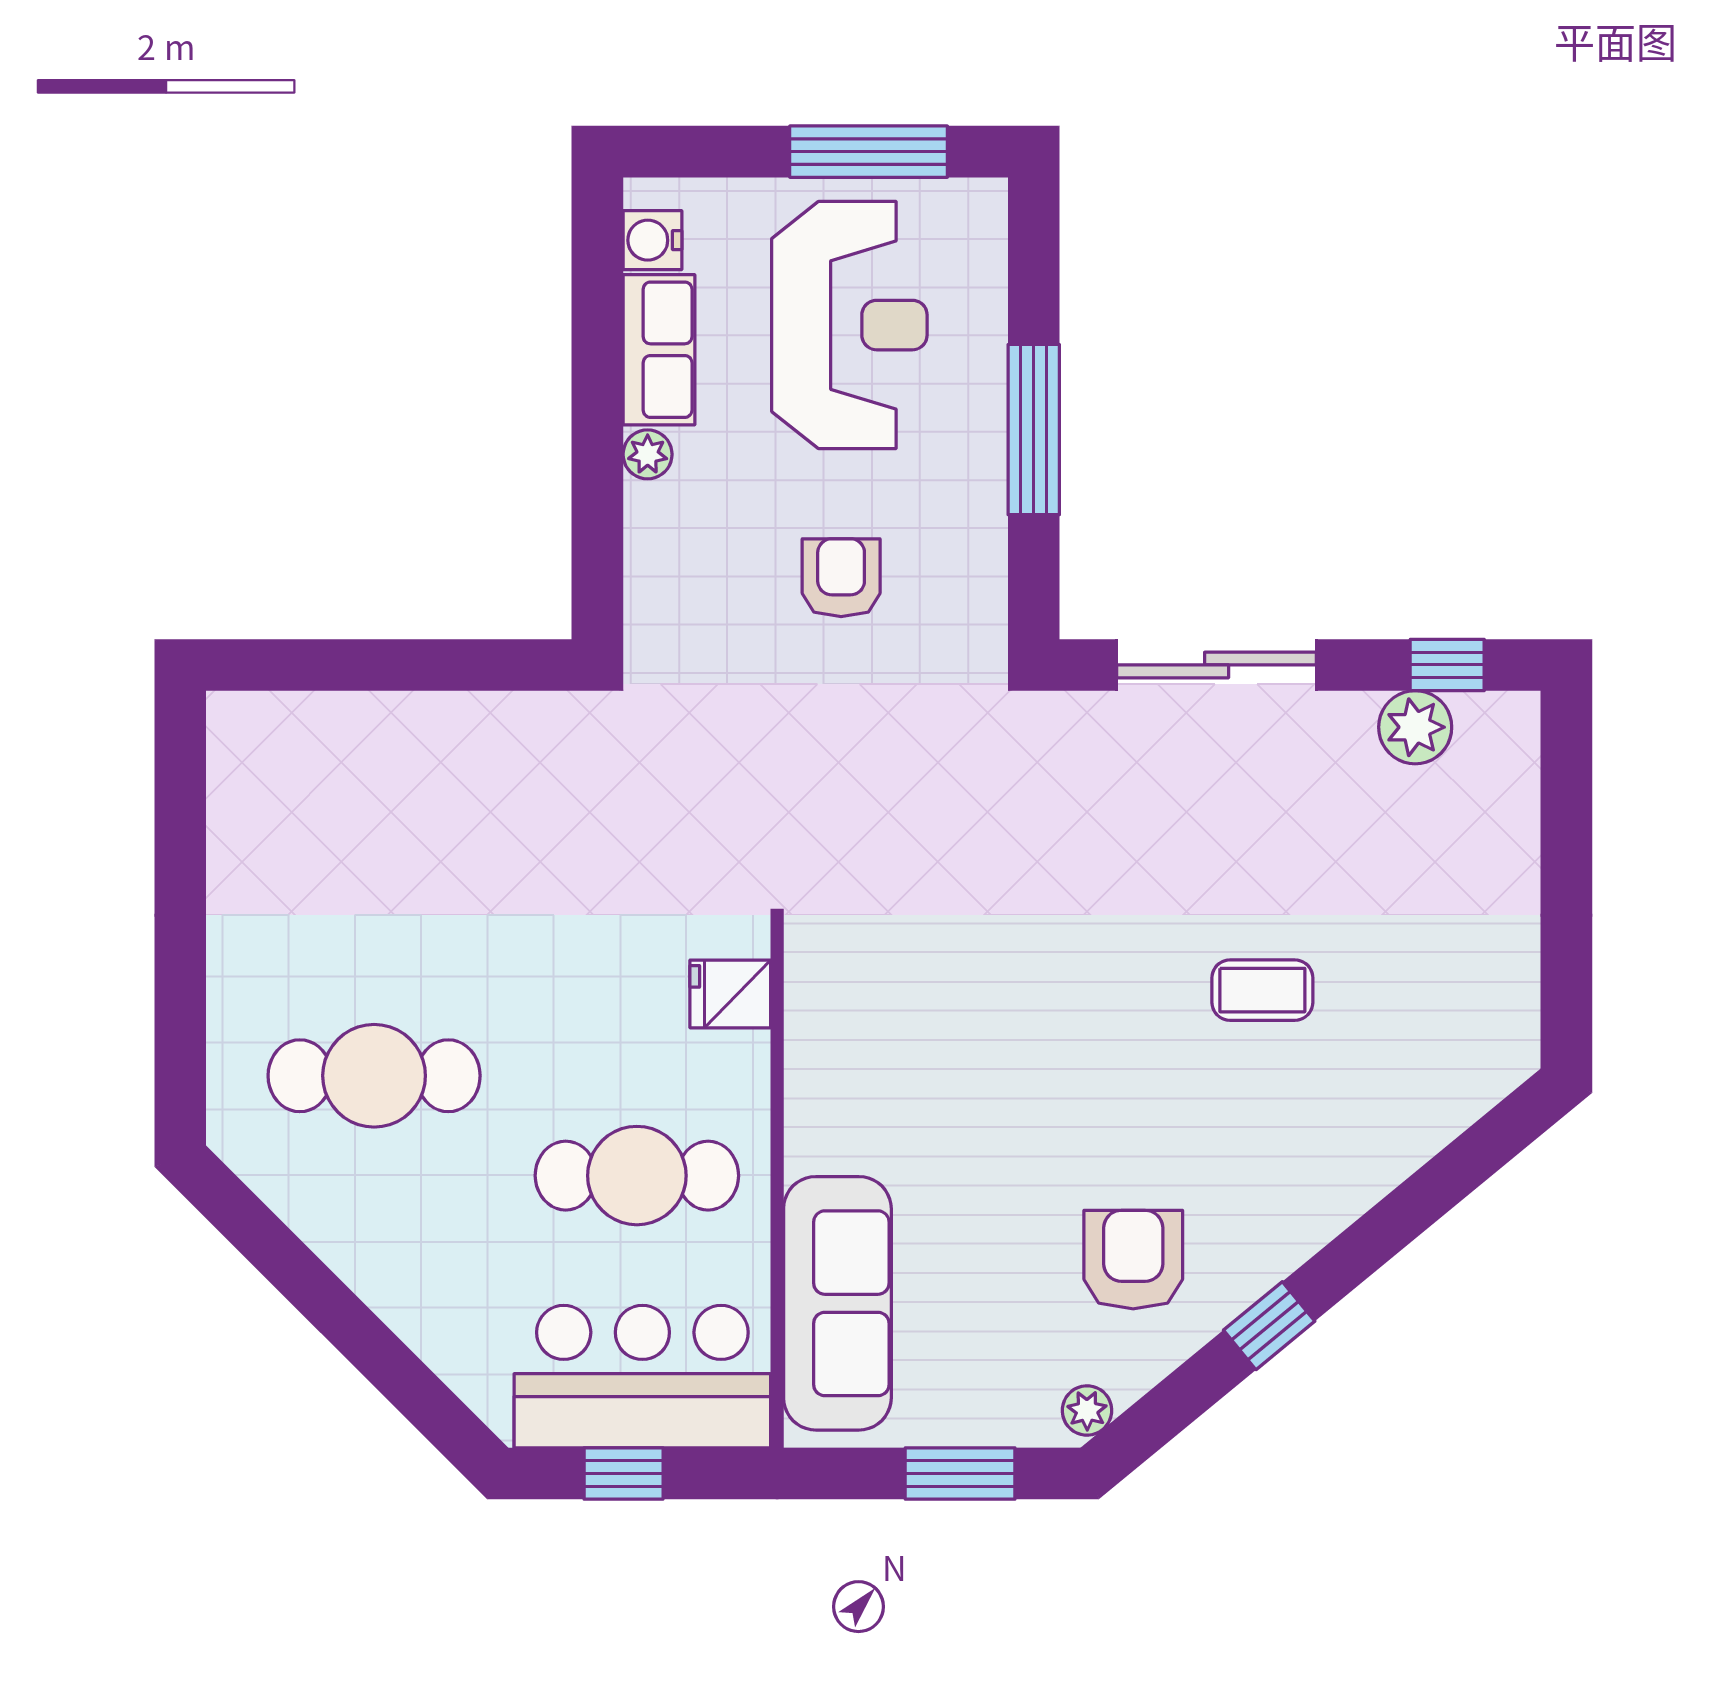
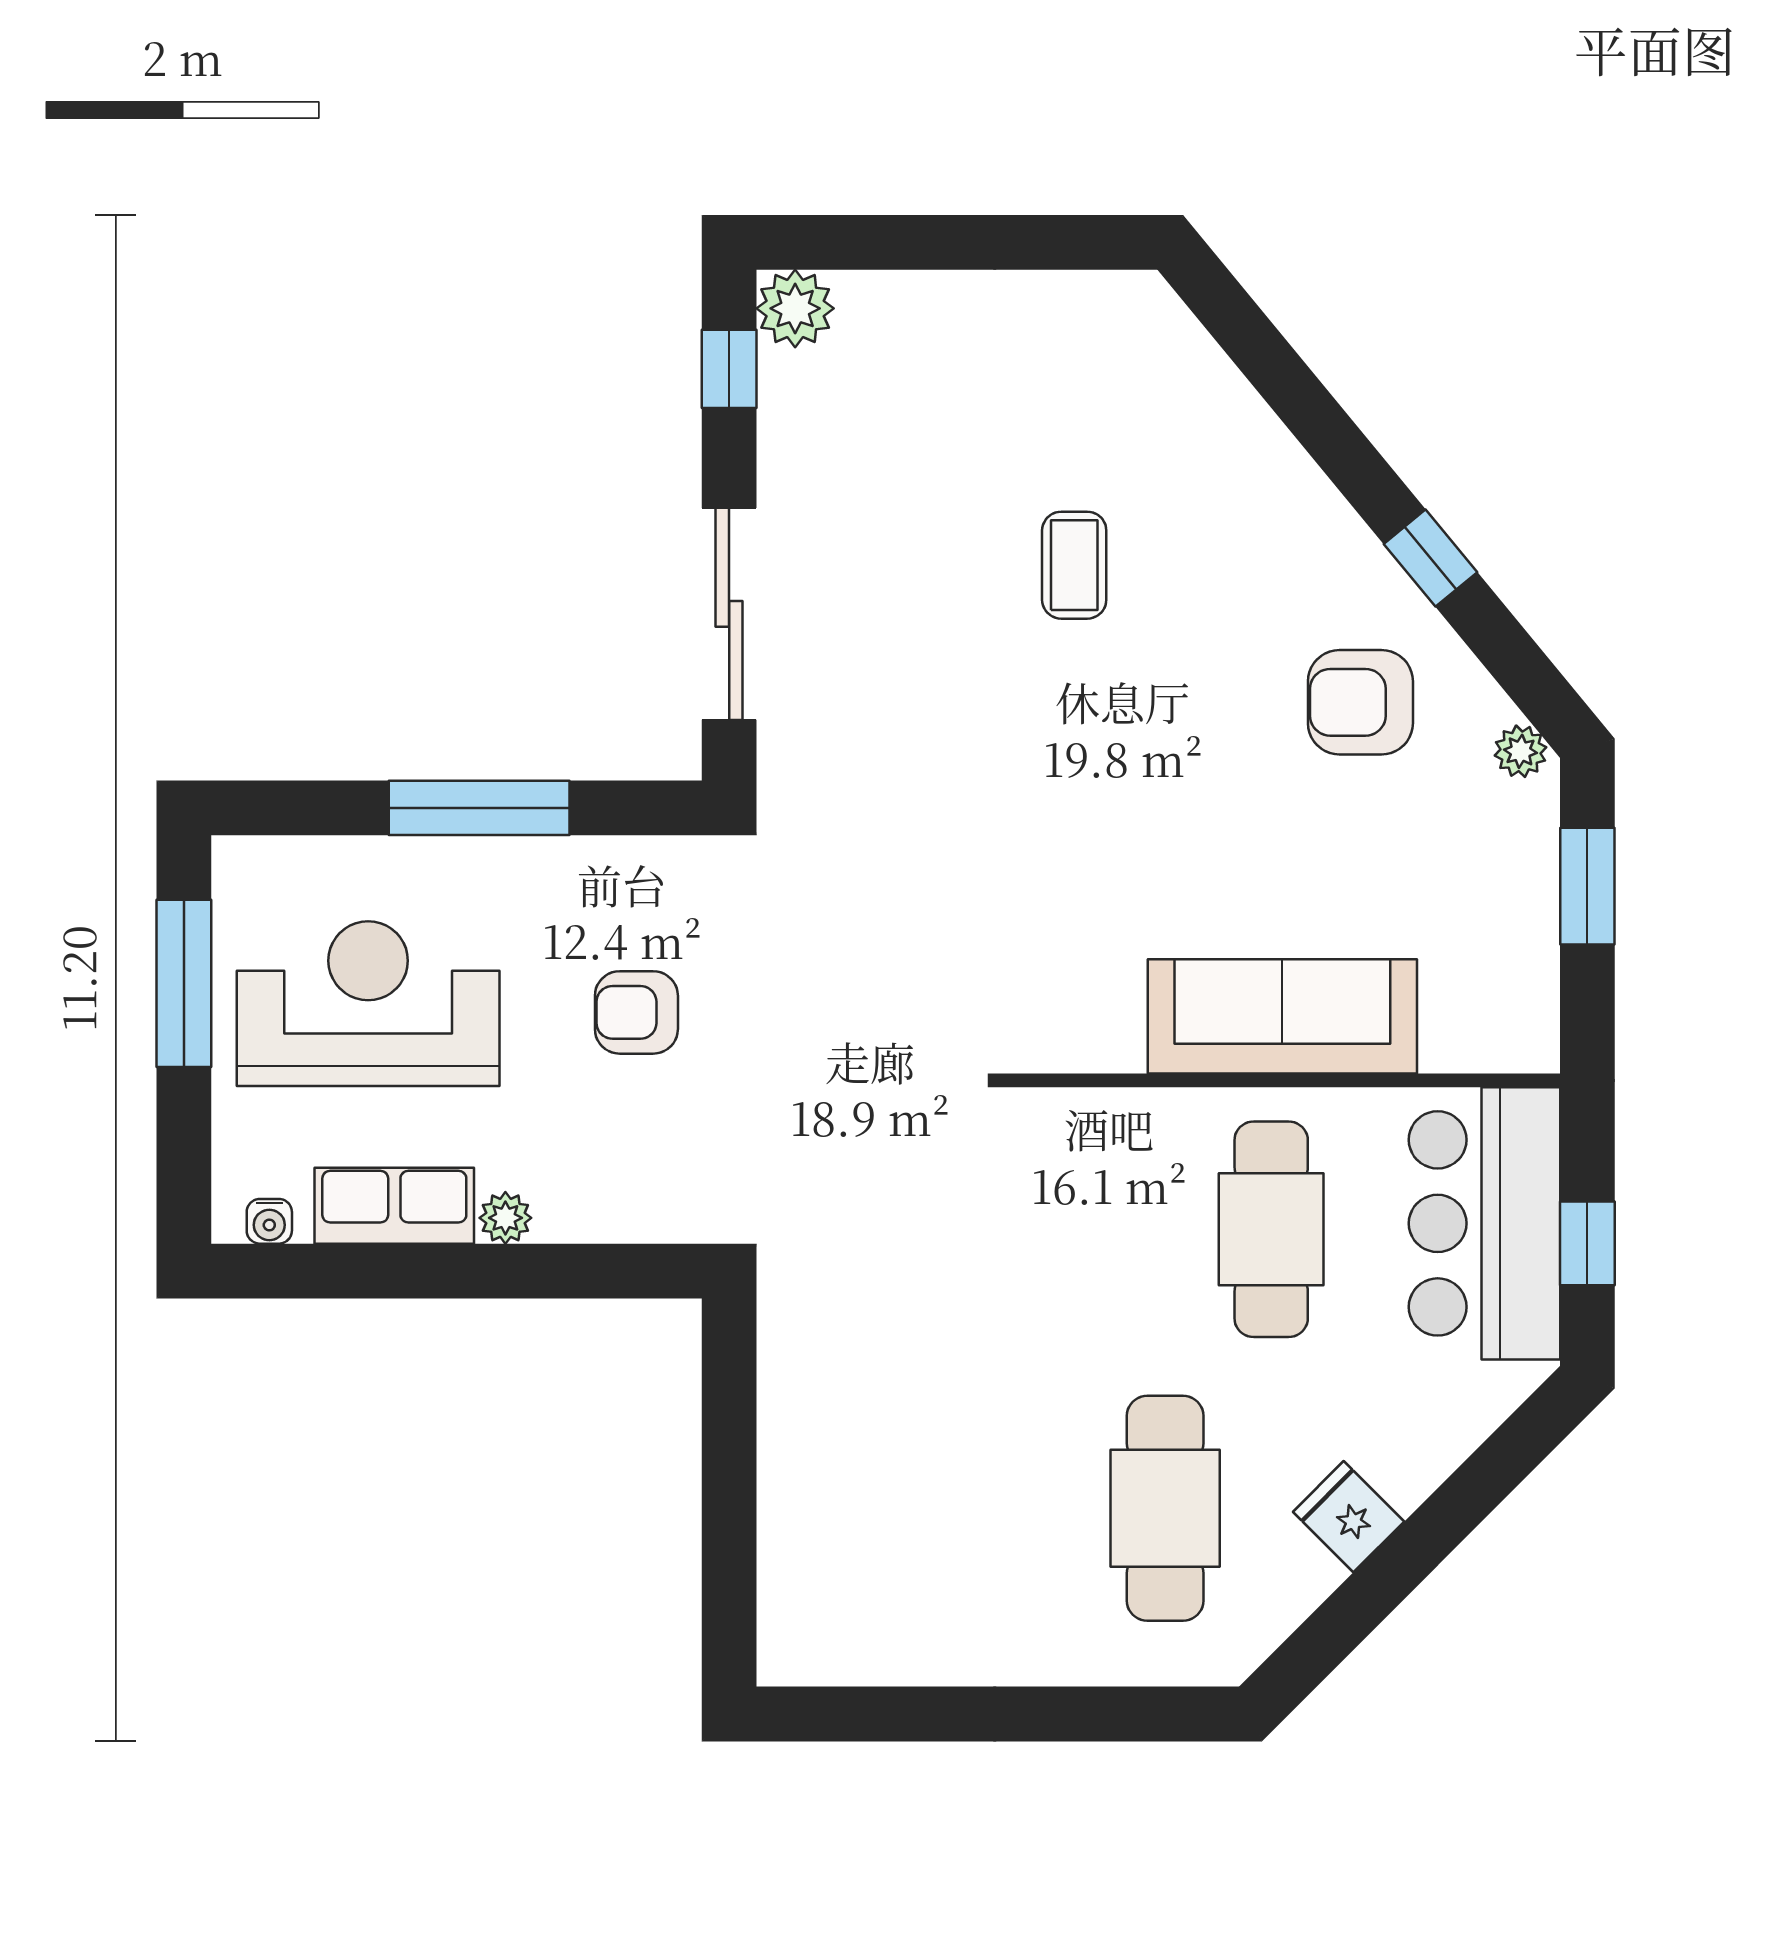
water cooler: (652, 240) -> (269, 1221), width x0.72, depth x0.72
plant: (1415, 727) -> (795, 308), moved
fridge: (730, 994) -> (1349, 1517), moved, turned 135
sofa: (837, 1303) -> (1282, 1016), moved

